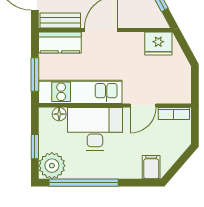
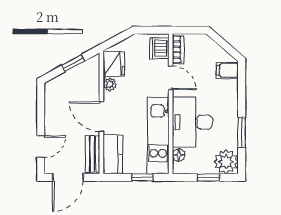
plant: (136, 39) -> (110, 84), added
window: (35, 74) -> (142, 177), width x0.67
dishwasher: (175, 93) -> (159, 48), added
window: (84, 183) -> (242, 133), width x0.47

